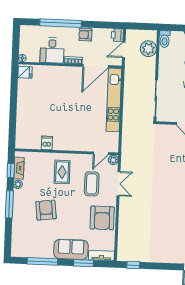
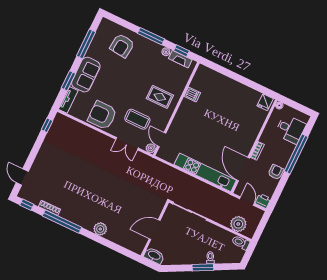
desk: (52, 50) -> (290, 129), moved, turned 180
armchair: (46, 210) -> (122, 46), moved, turned 103

